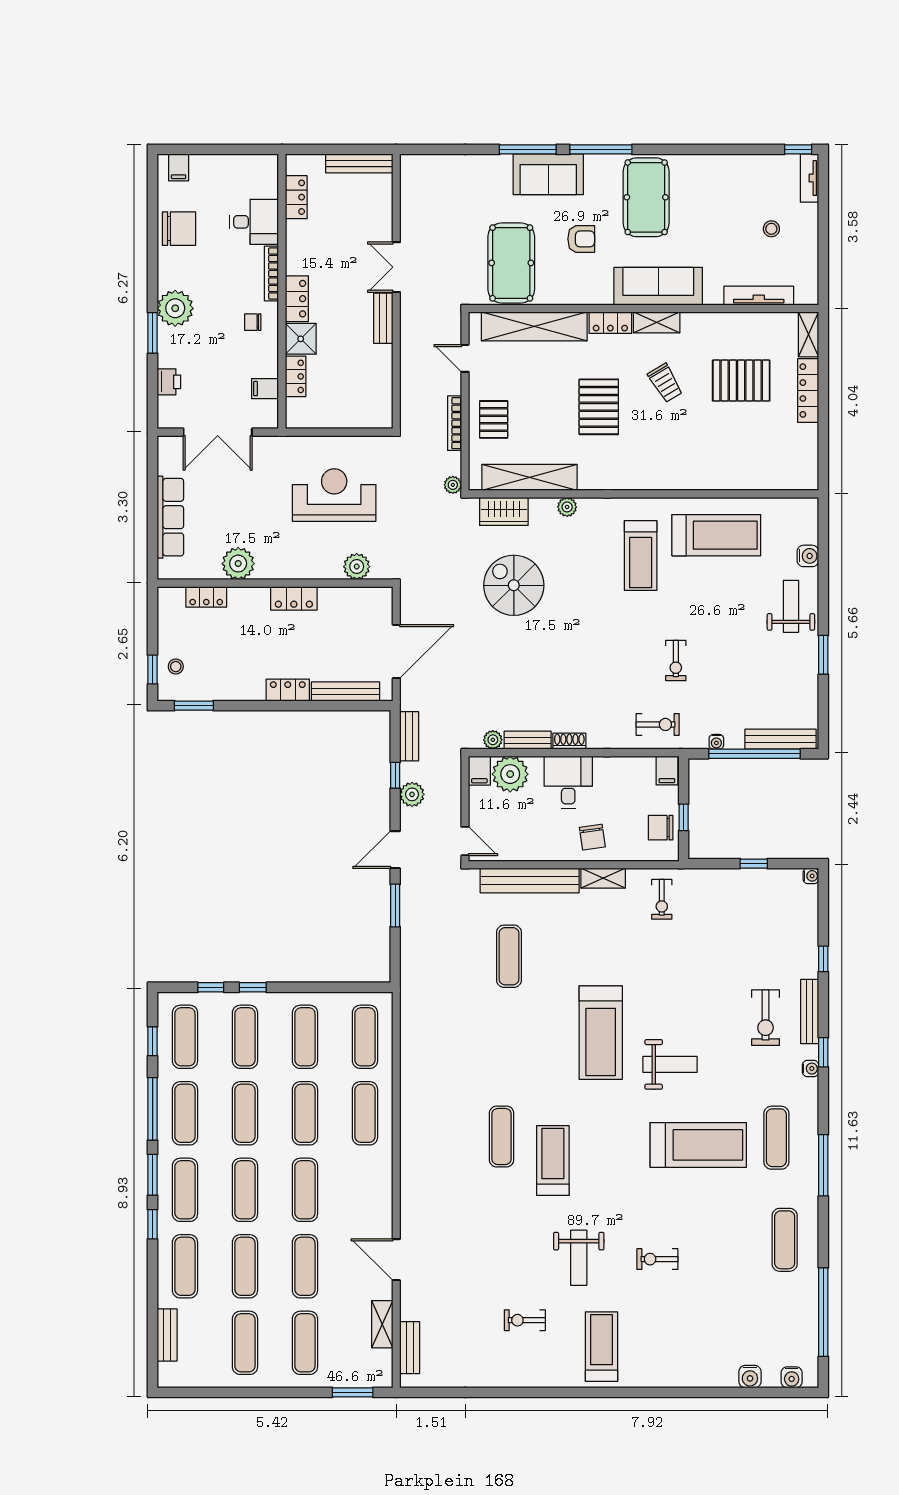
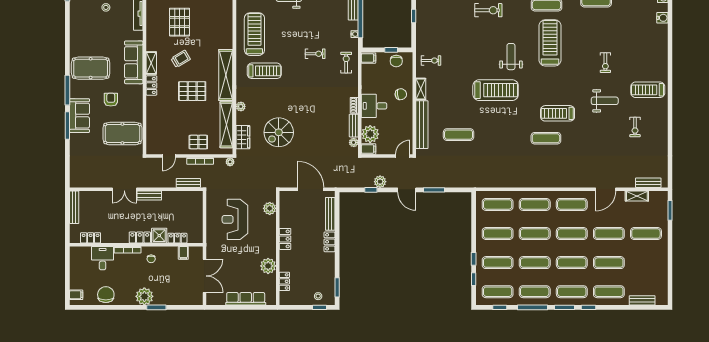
shelving: (534, 326) -> (226, 75), moved
printer: (169, 382) -> (180, 299), removed
bench: (409, 736) -> (188, 183), moved
exercise mat: (245, 1343) -> (572, 204), moved

